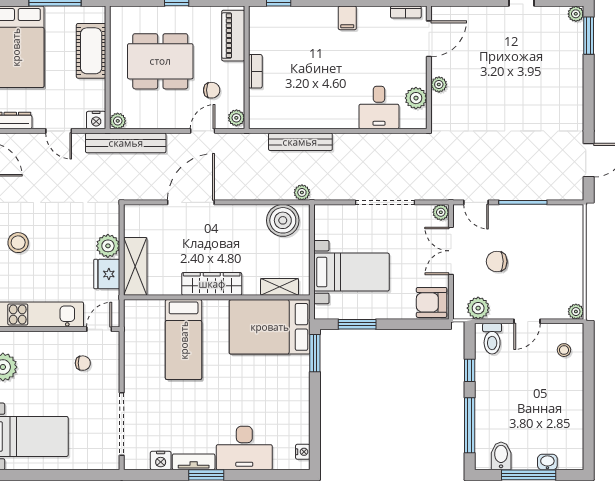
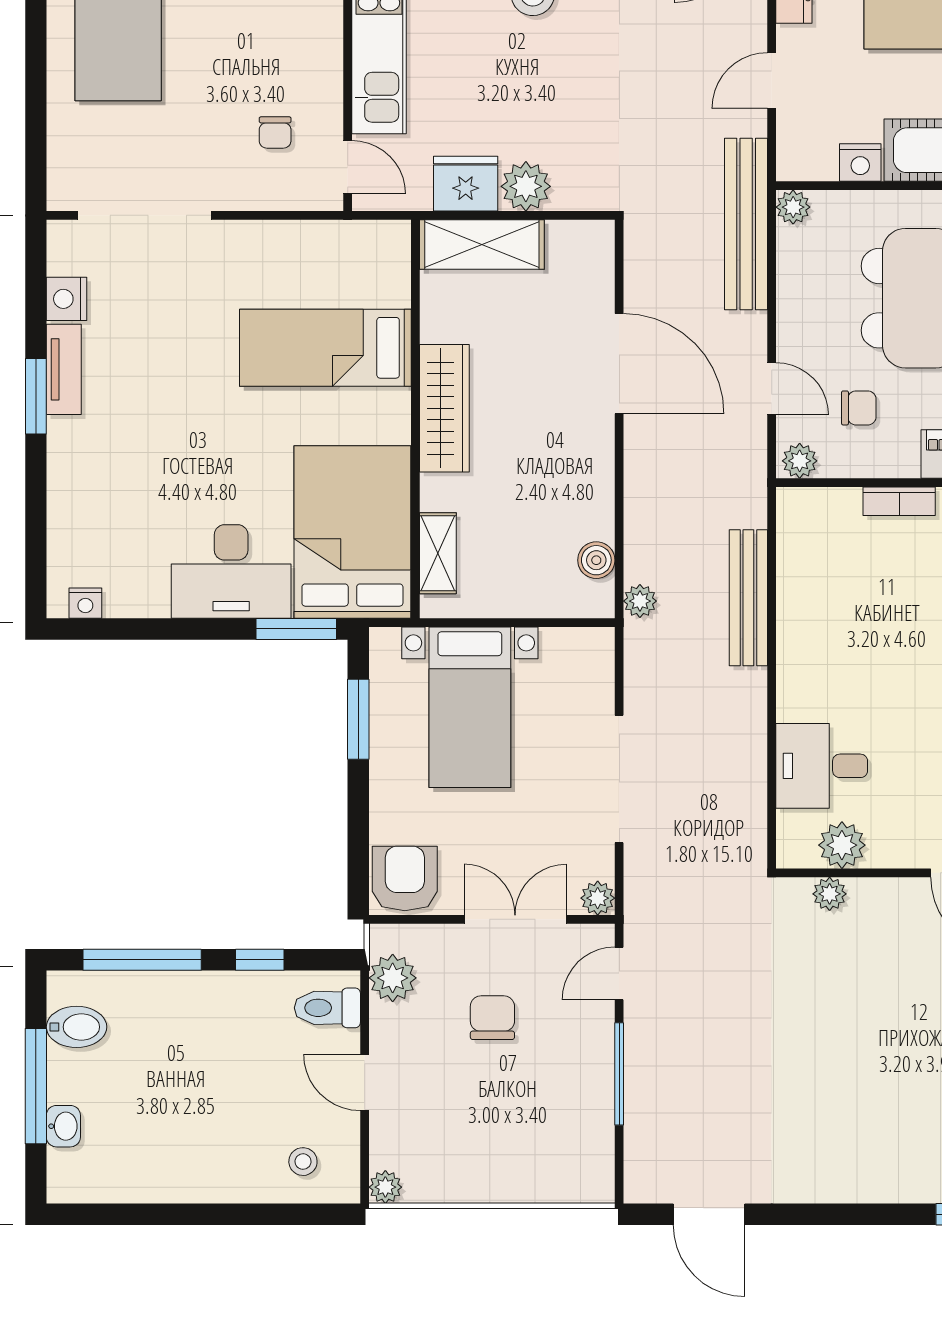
plant: (439, 84) -> (830, 894), moved
chair: (212, 90) -> (859, 408), turned -90
nightstand: (96, 120) -> (860, 163), moved, turned -90
boiler: (283, 220) -> (596, 560), width x0.54, depth x0.54
desk: (244, 448) -> (231, 571), moved, turned -90

